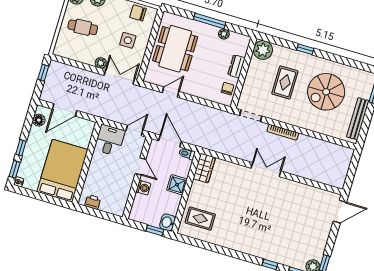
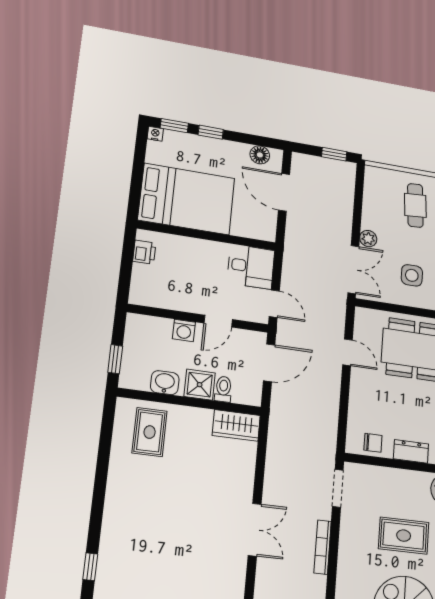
toilet: (187, 154) -> (223, 389), moved
washbasin: (168, 222) -> (165, 383), moved

